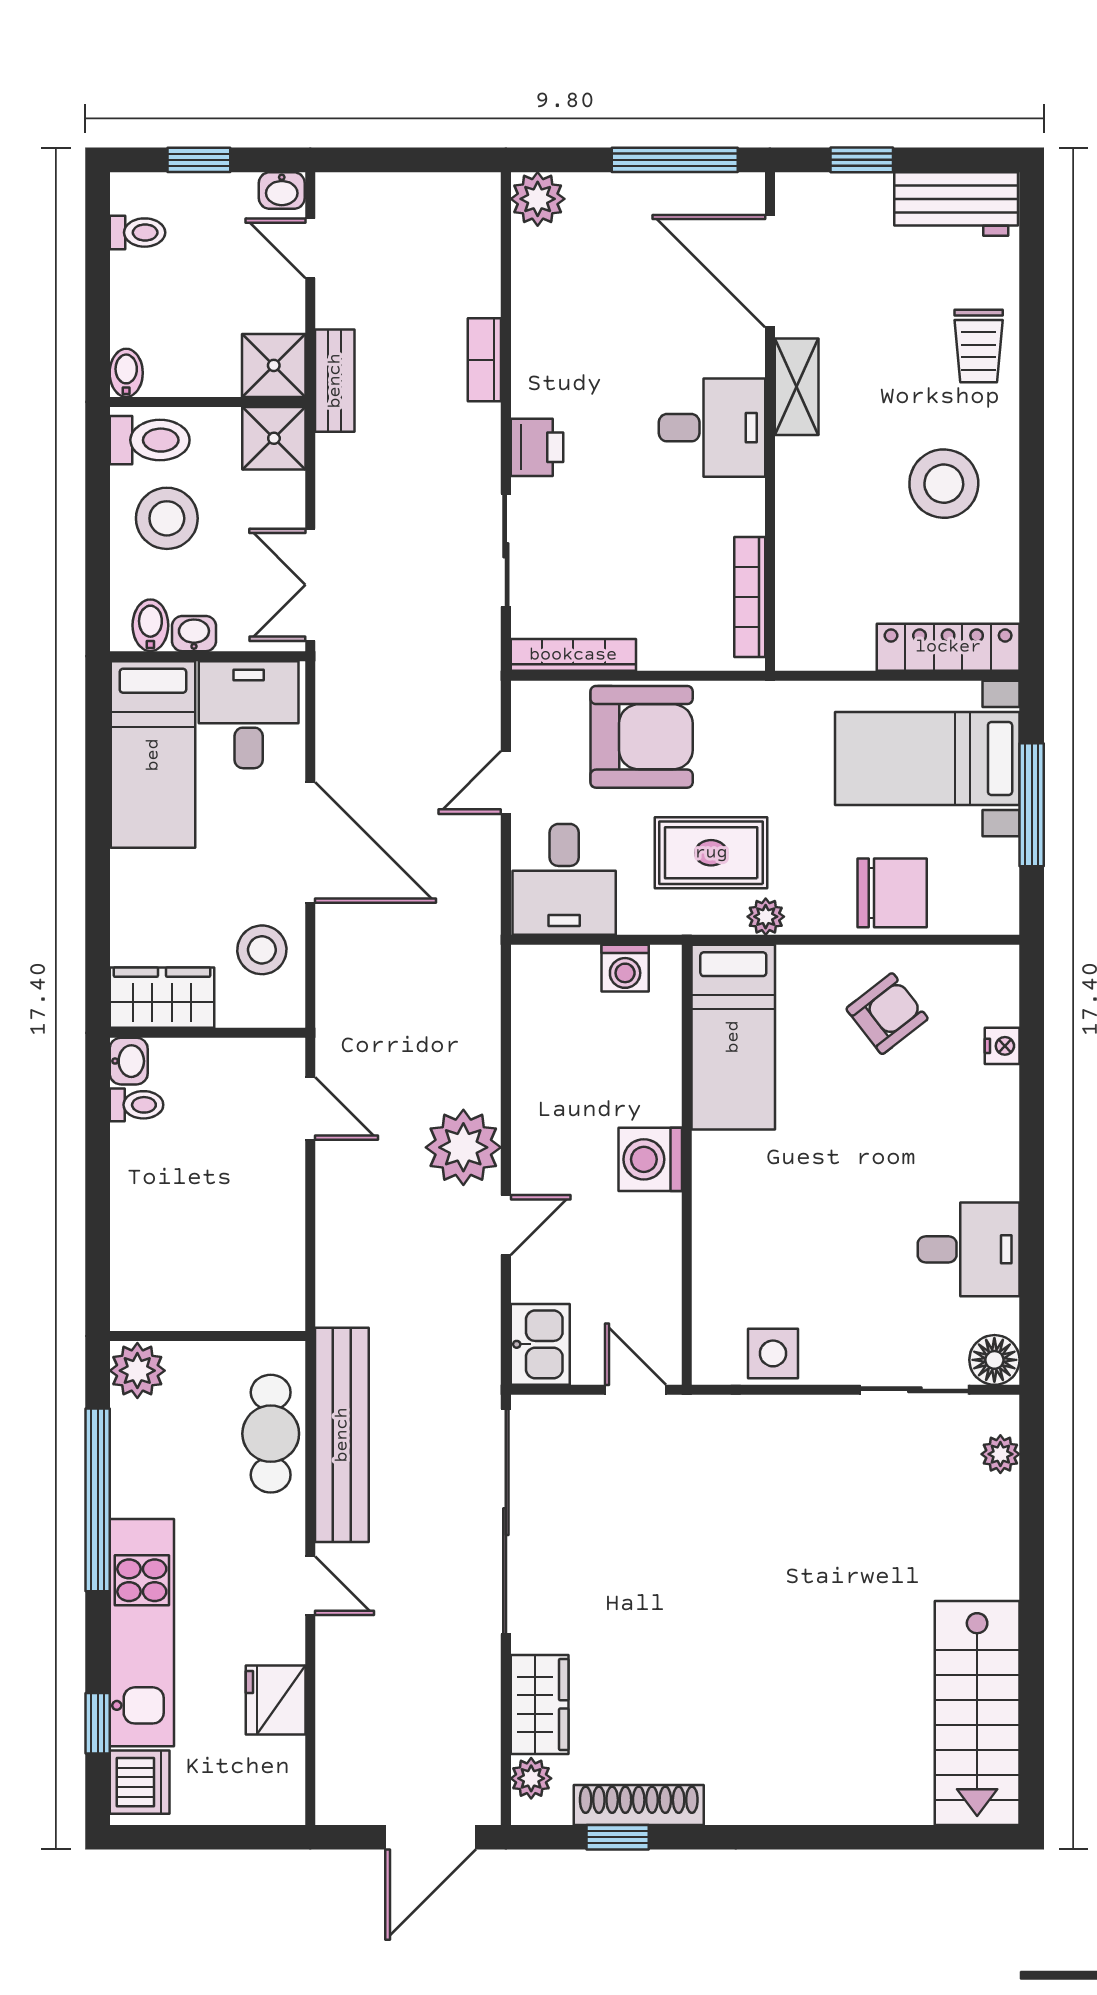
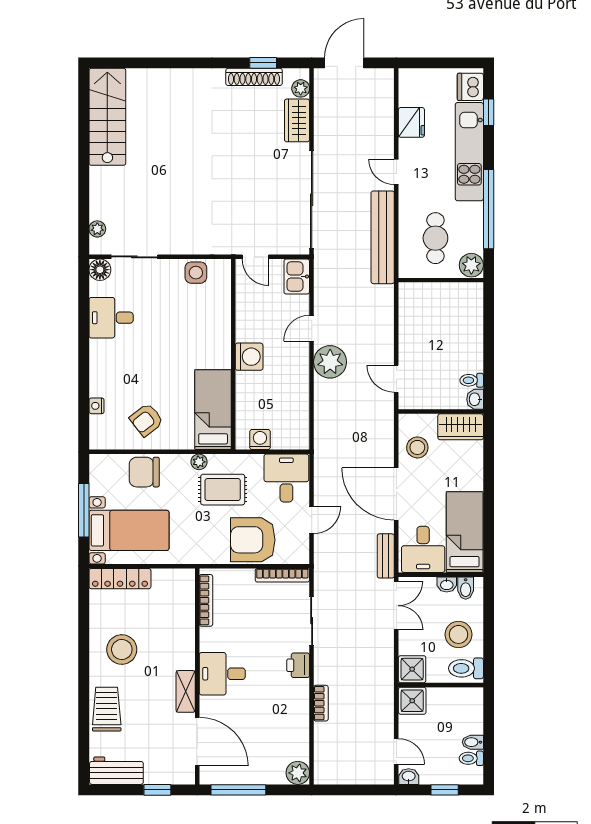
trolley: (979, 346) -> (107, 709), width x1.36, depth x1.39
bidet: (126, 373) -> (473, 742), moved, turned 90
bench: (335, 381) -> (386, 556), moved
cafe table: (271, 1434) -> (435, 238), moved

